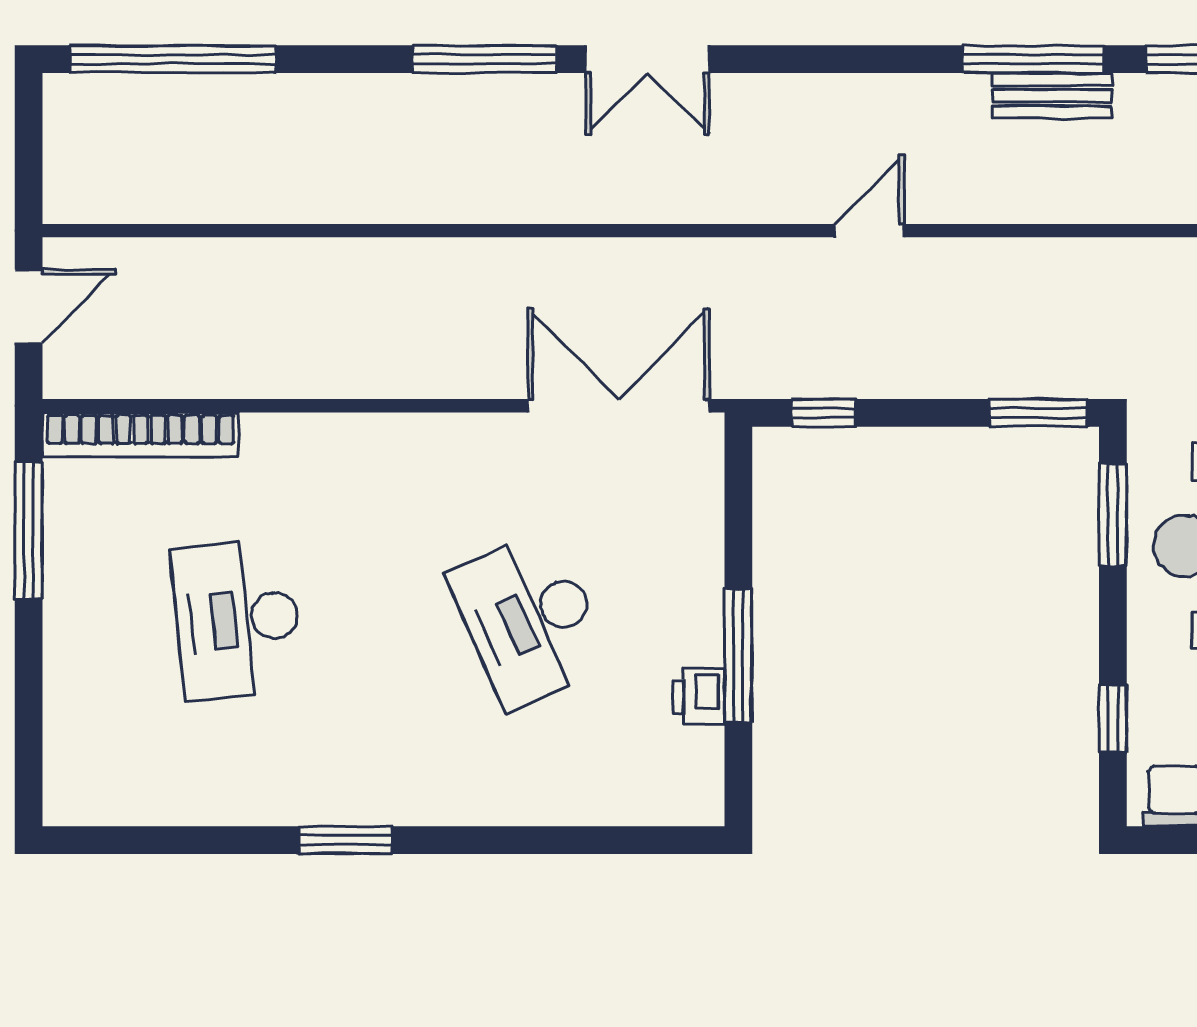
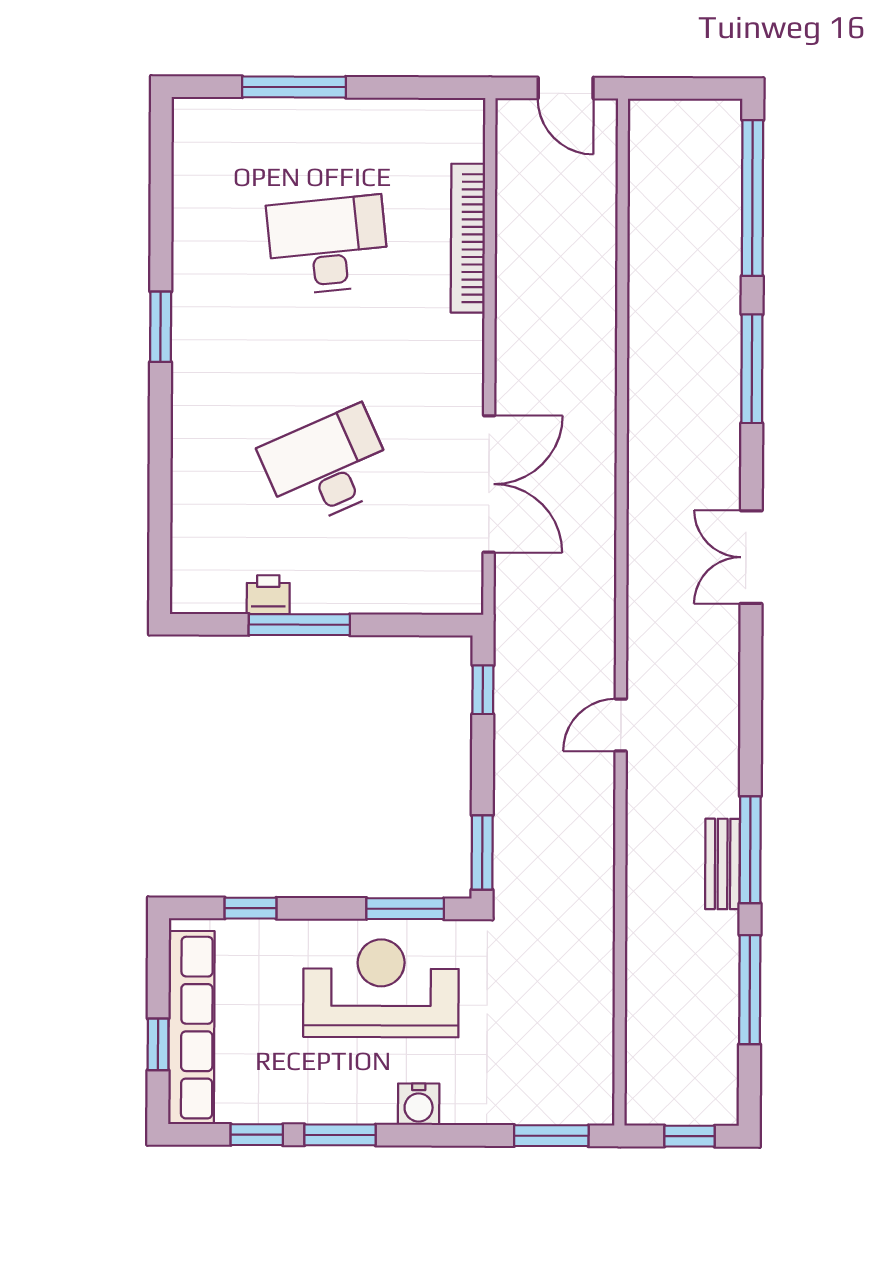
window: (485, 59) -> (752, 369), moved
door: (869, 231) -> (621, 725), swing flipped
double door: (619, 406) -> (489, 484), moved
bookcase: (141, 435) -> (468, 238), moved
window: (29, 530) -> (294, 87), moved

